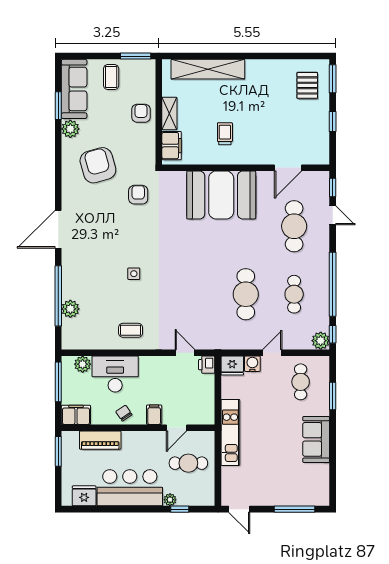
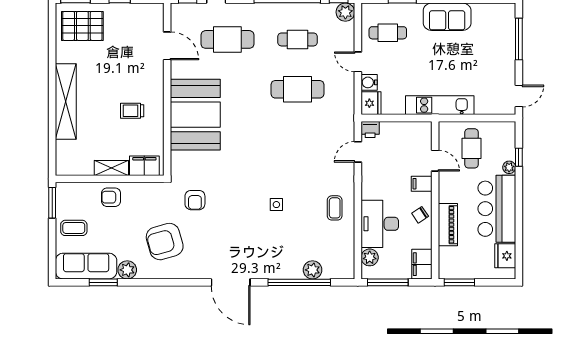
shelving: (208, 69) -> (66, 102), moved
pallet: (307, 85) -> (82, 26), width x1.50, depth x1.42
armchair: (138, 195) -> (195, 200), turned -90
piano: (100, 440) -> (448, 225), moved

